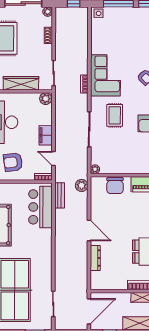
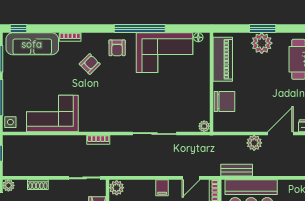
corner sofa: (105, 75) -> (52, 113), moved
rug: (115, 115) -> (137, 102), removed
filing cabinet: (46, 135) -> (162, 188), width x0.50
plant: (82, 185) -> (254, 143), moved

